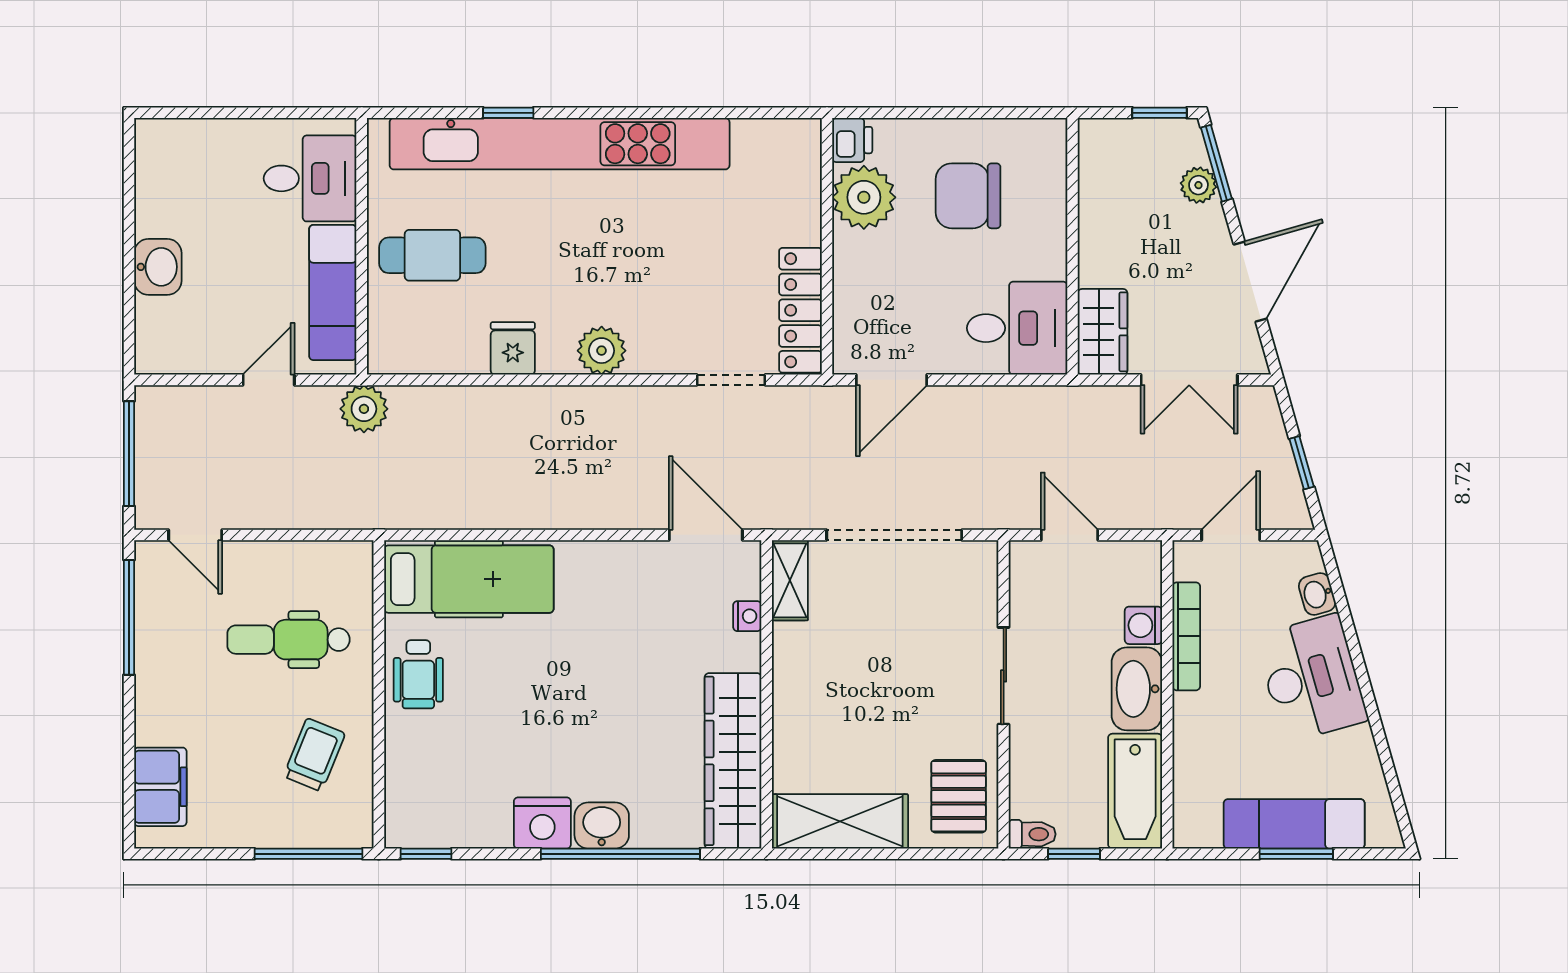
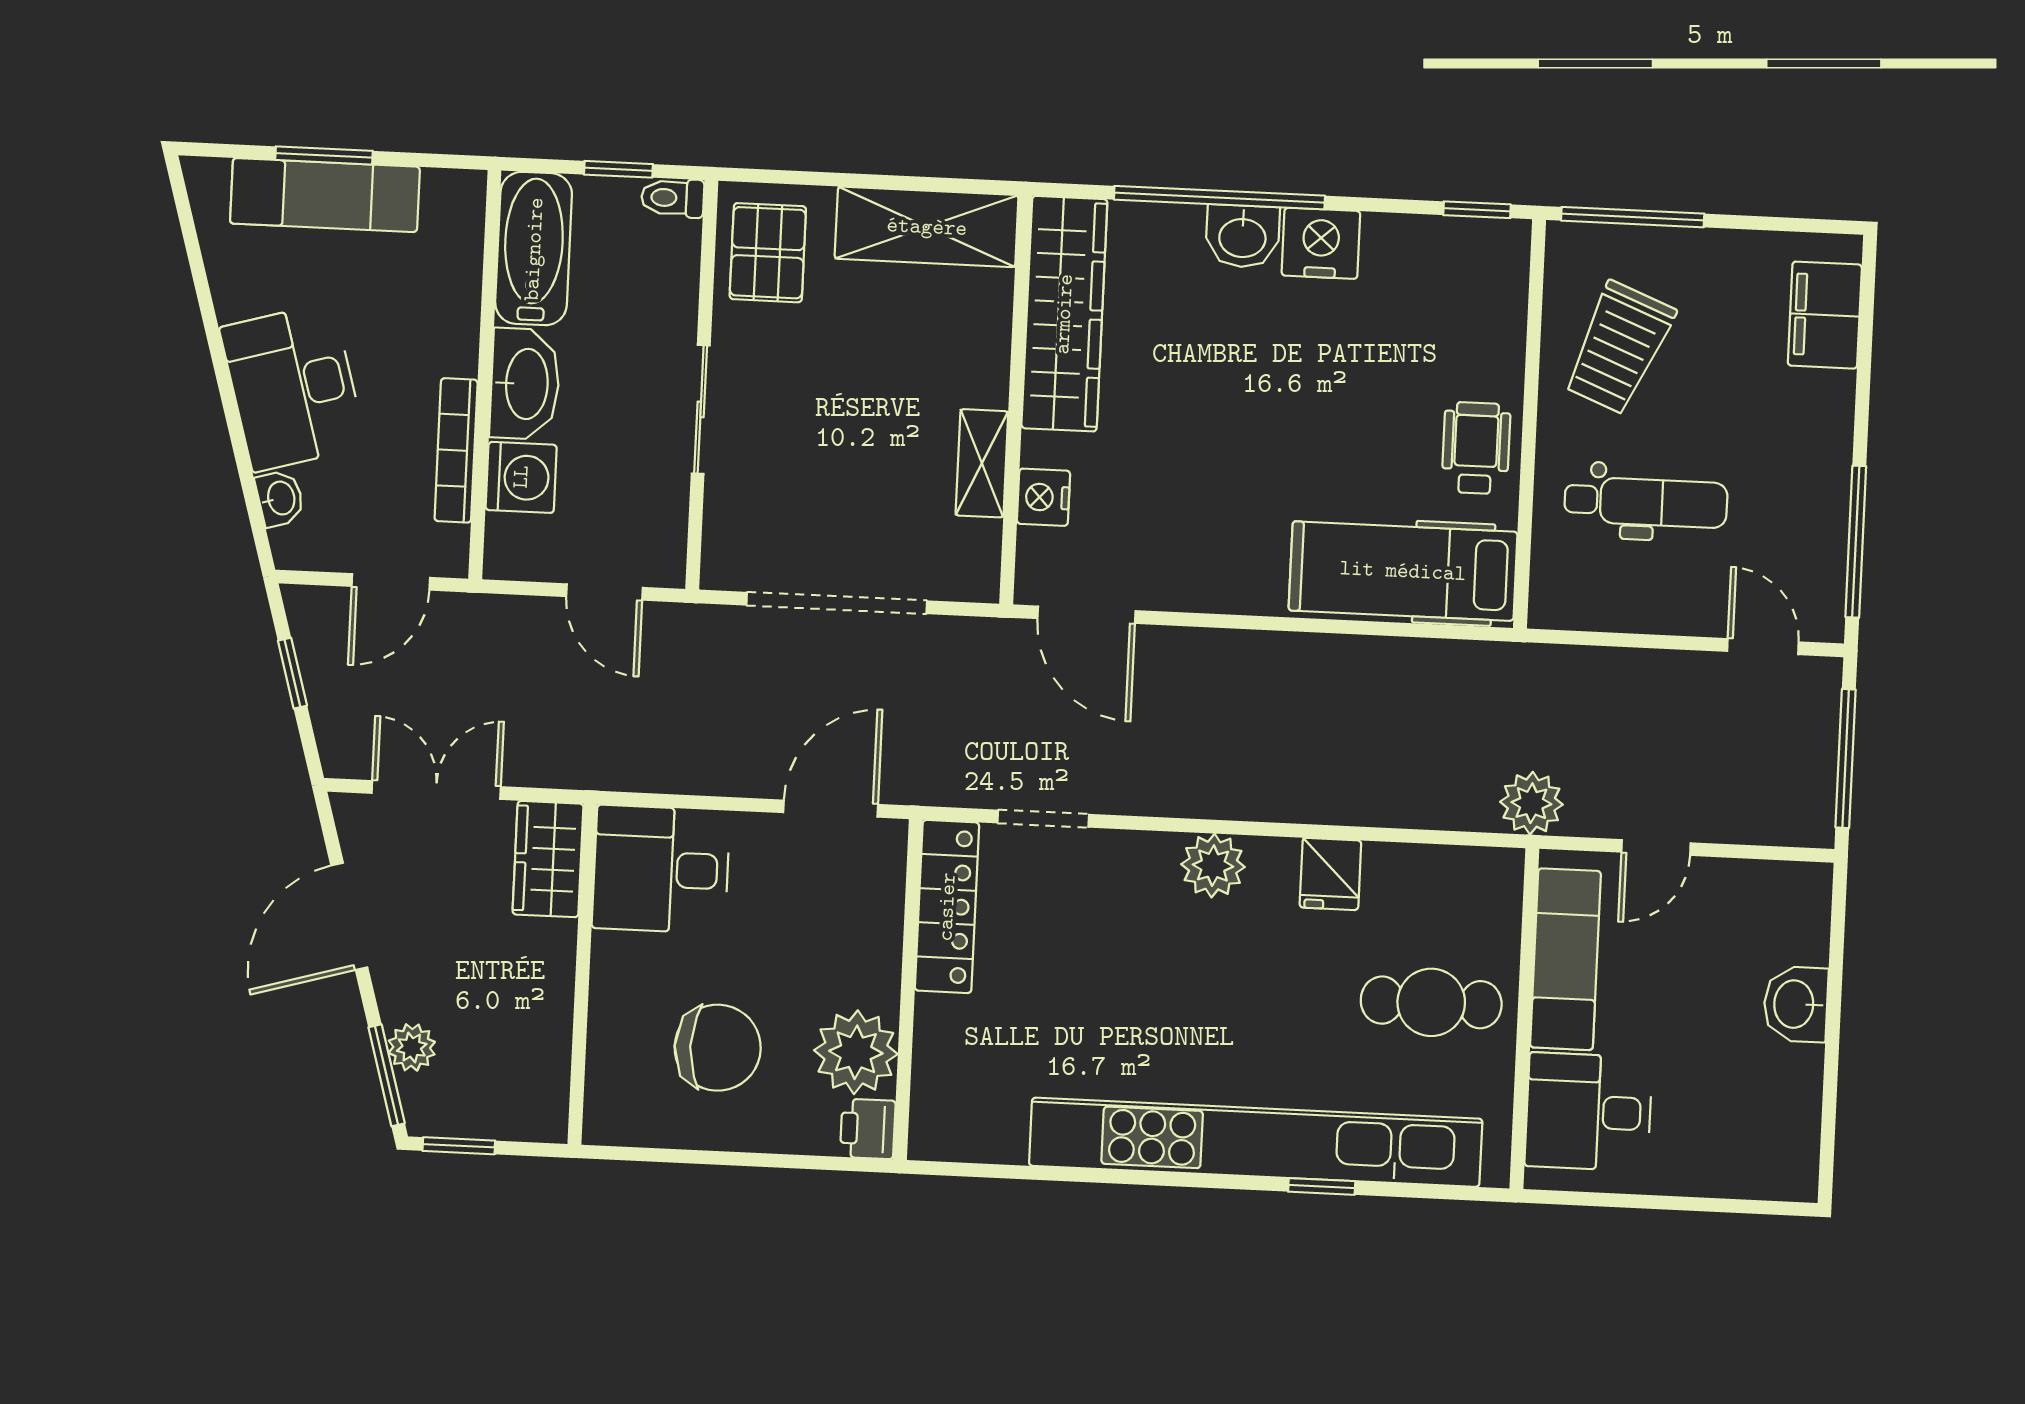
shelving: (790, 580) -> (982, 463), moved
nightstand: (747, 616) -> (1043, 497), width x1.39, depth x1.35
washing machine: (1143, 625) -> (521, 477), width x1.38, depth x1.38
trolley: (314, 755) -> (1619, 348), width x1.36, depth x1.39

